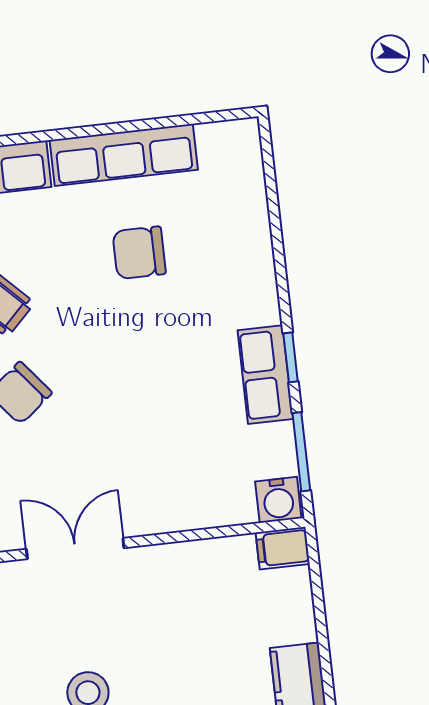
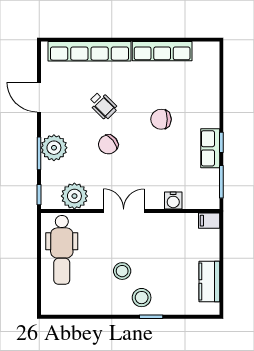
chair: (139, 253) -> (161, 119), moved
water cooler: (278, 500) -> (173, 201), moved

